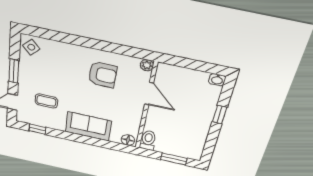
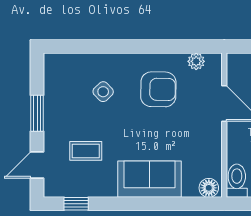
side table: (31, 47) -> (103, 92), moved
plant: (147, 65) -> (196, 61), moved

